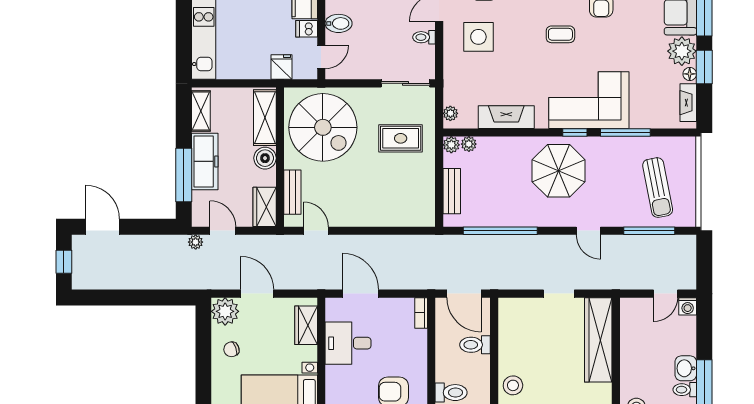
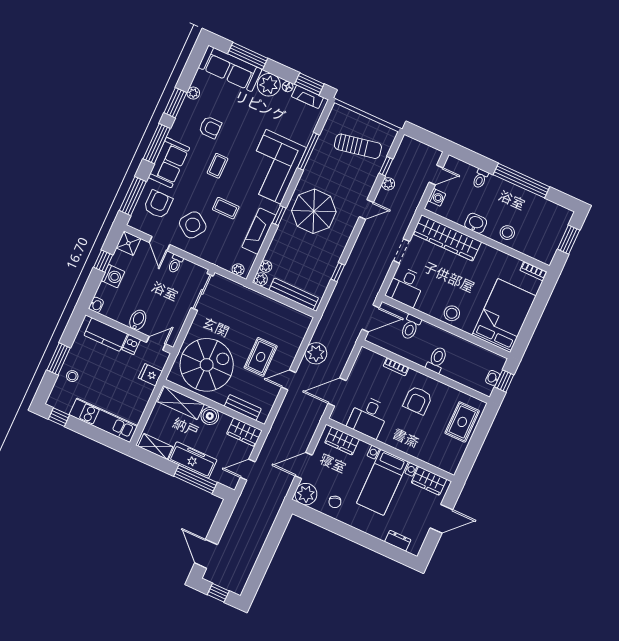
side table: (478, 37) -> (193, 225), turned 35
door: (321, 57) -> (156, 343), hinge flipped
coffee table: (515, 66) -> (226, 208), added
window: (704, 67) -> (309, 84), moved
window: (575, 133) -> (279, 215), moved
rug: (401, 138) -> (261, 357), moved
bench: (452, 191) -> (294, 294), width x1.36
door: (103, 227) -> (206, 554), hinge flipped
door: (316, 231) -> (289, 380), moved
window: (500, 231) -> (338, 272), width x0.32
window: (649, 231) -> (386, 166), width x0.46
plant: (196, 242) -> (316, 353), moved, width x1.88, depth x1.88
plant: (630, 243) -> (388, 184), added
door: (666, 294) -> (436, 175), hinge flipped
washing machine: (688, 306) -> (437, 197), moved
bookcase: (421, 313) -> (396, 367), moved
desk: (519, 317) -> (406, 287), added
washbasin: (686, 368) -> (476, 223), moved, turned 180
toilet: (685, 390) -> (480, 179), moved

